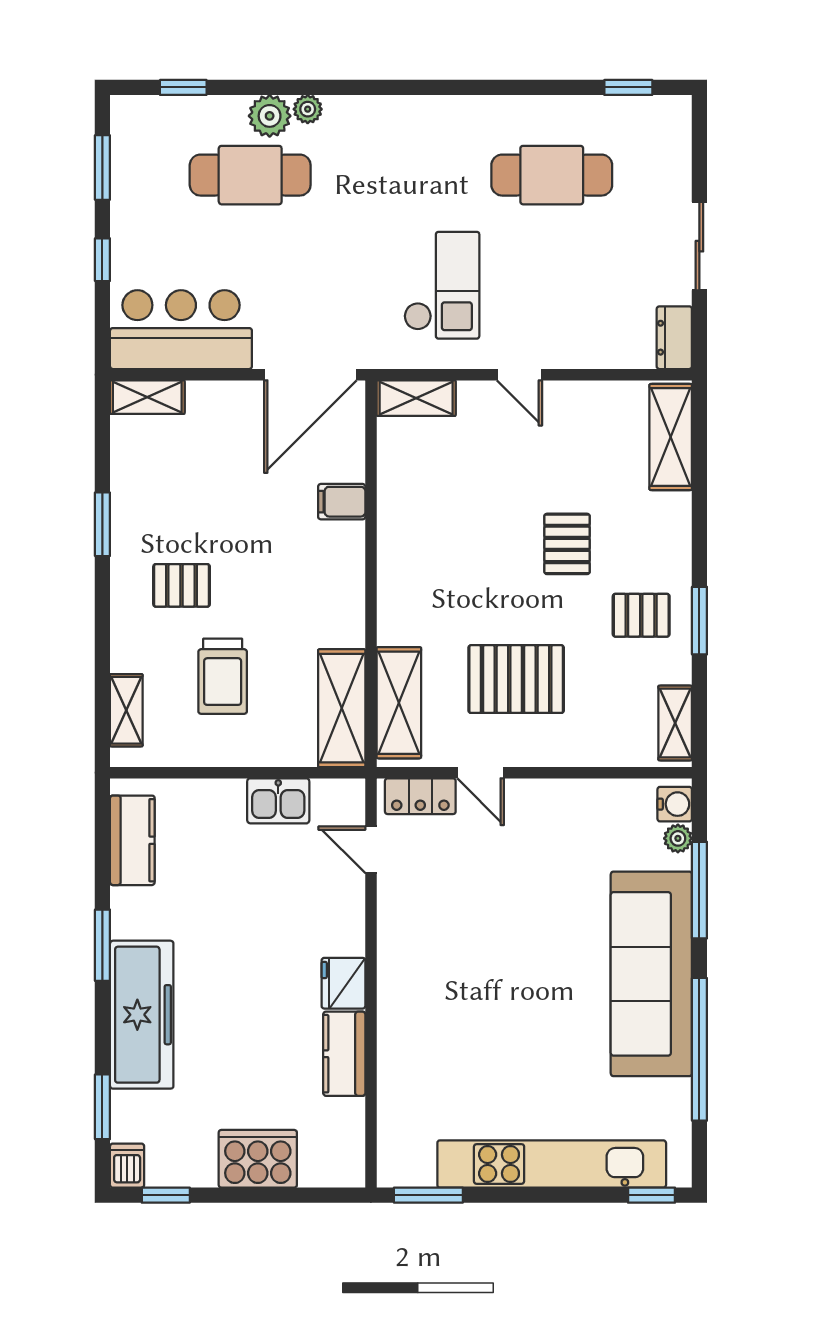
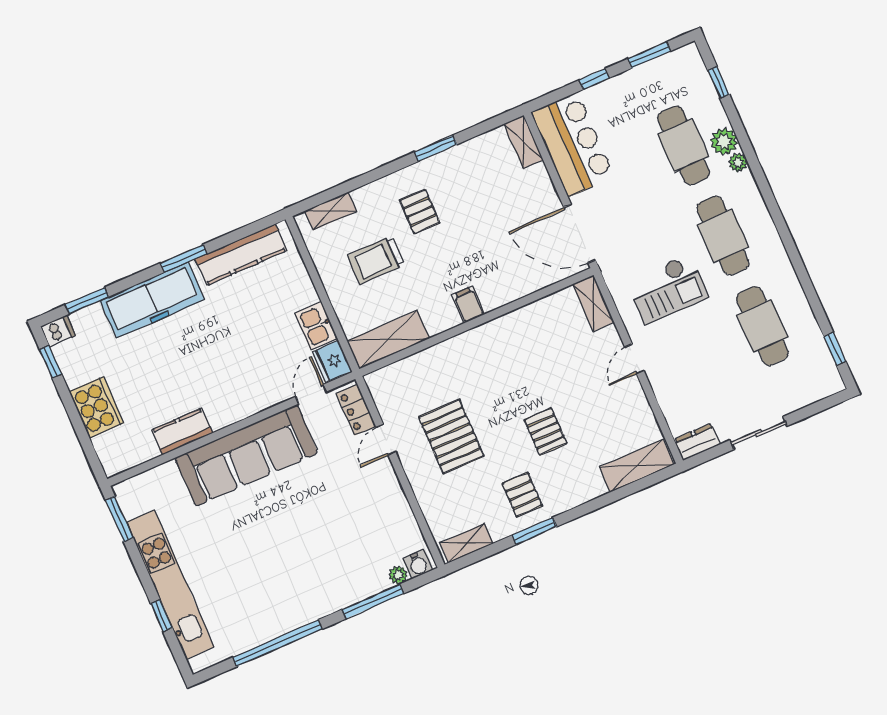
cafe table: (401, 175) -> (723, 236), added
filing cabinet: (342, 502) -> (468, 305), moved
pallet: (567, 544) -> (545, 432), turned 90
shelving: (399, 703) -> (406, 372), removed
kitchen counter: (132, 840) -> (241, 255), width x1.50
sofa: (651, 974) -> (246, 455), moved, turned 180
fridge: (343, 983) -> (332, 361), moved, turned -90
window: (652, 1195) -> (162, 616), moved

